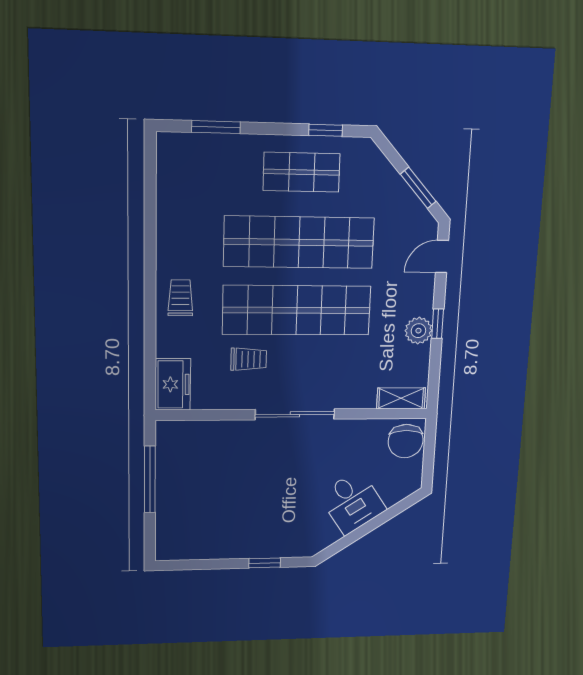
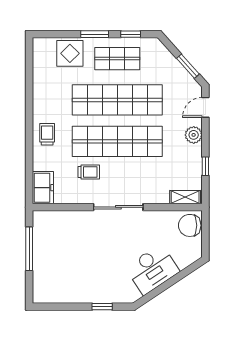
window: (216, 127) -> (95, 34), moved
display table: (221, 161) -> (70, 53), added
window: (438, 324) -> (205, 166), moved
plant: (418, 331) -> (194, 135), moved
chair: (406, 441) -> (190, 225), turned 90
desk: (352, 502) -> (152, 269), width x1.37

